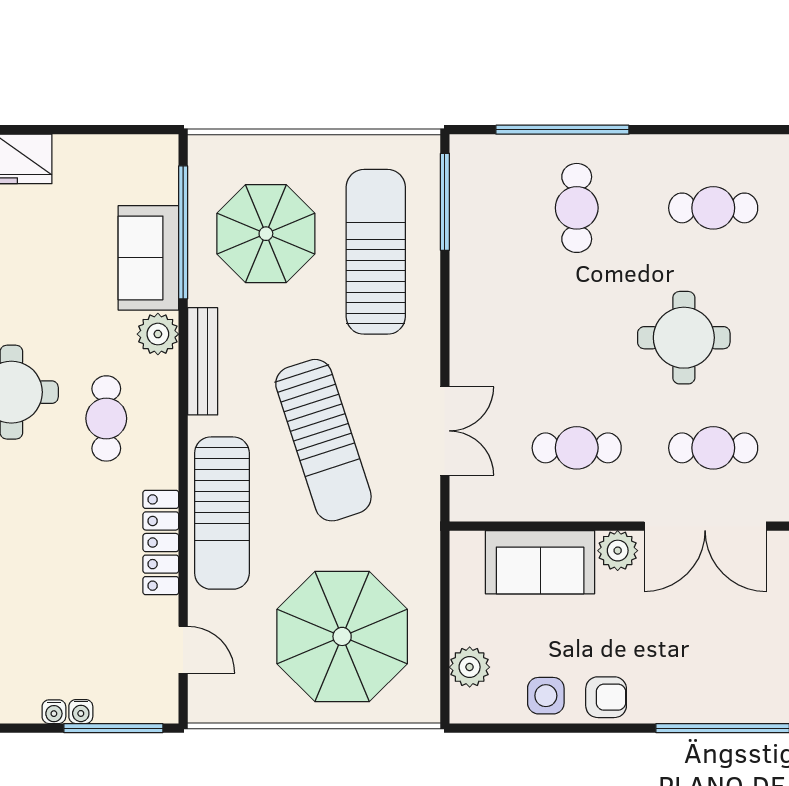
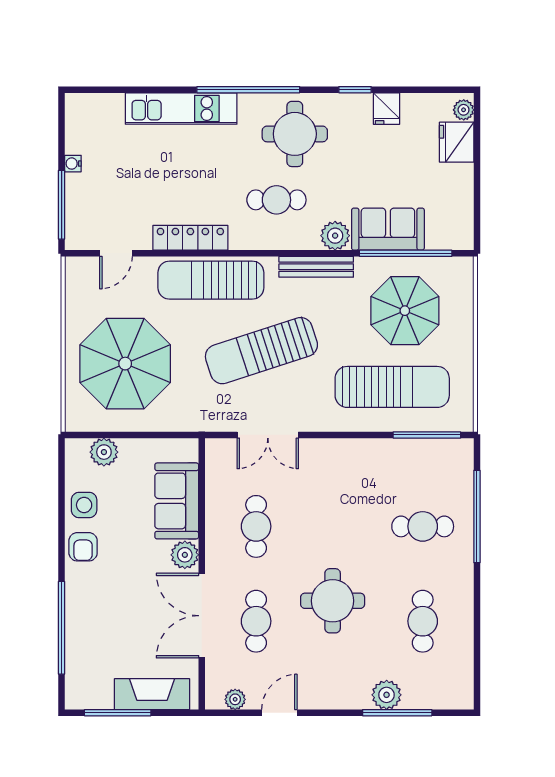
water cooler: (81, 712) -> (73, 182), removed

